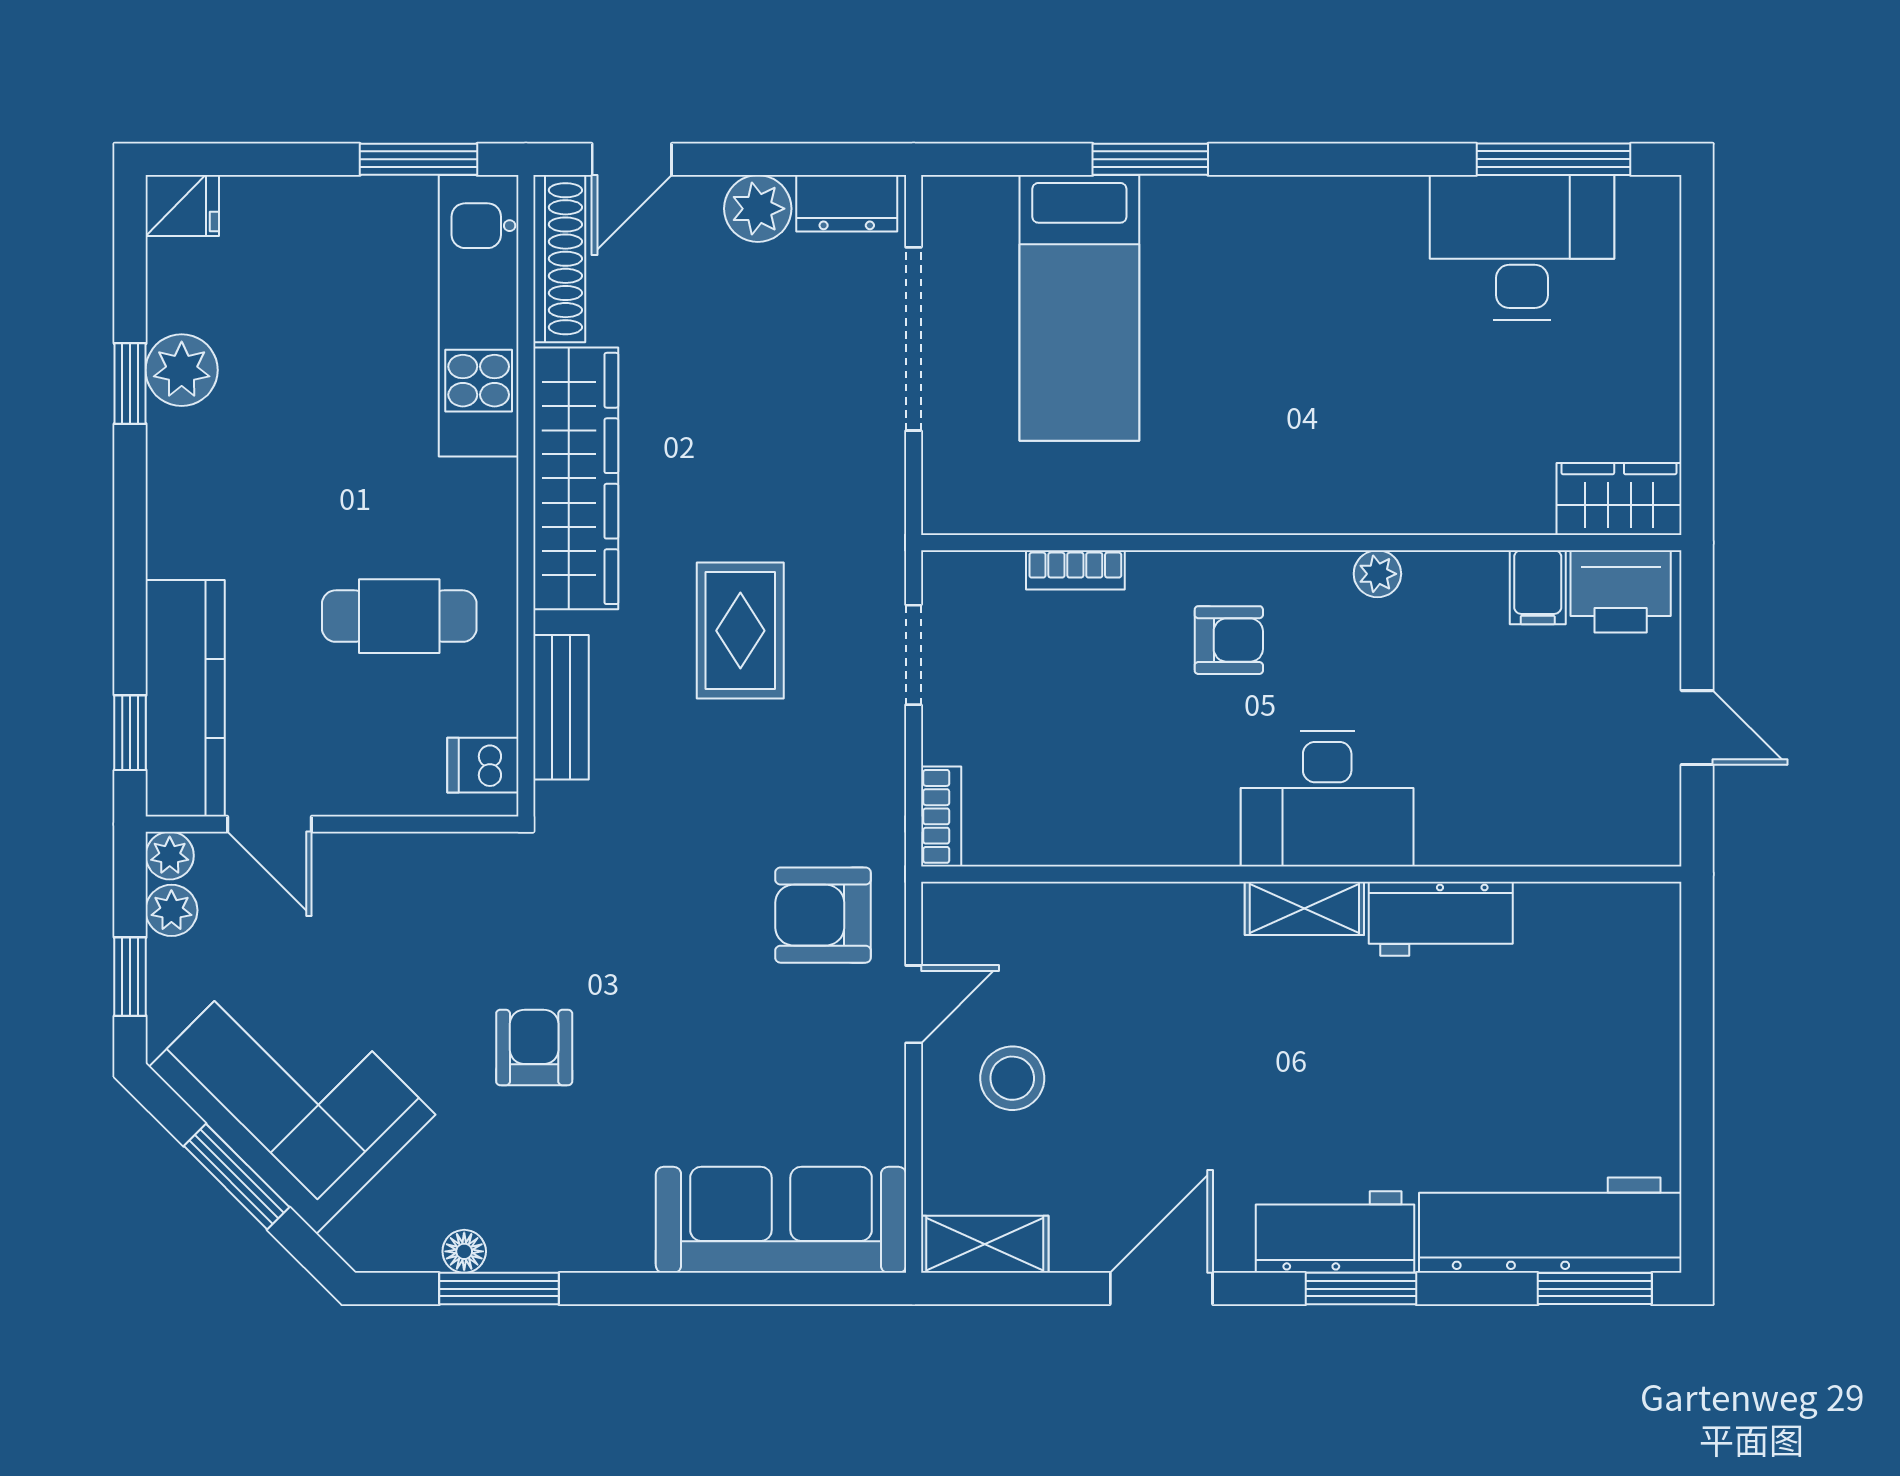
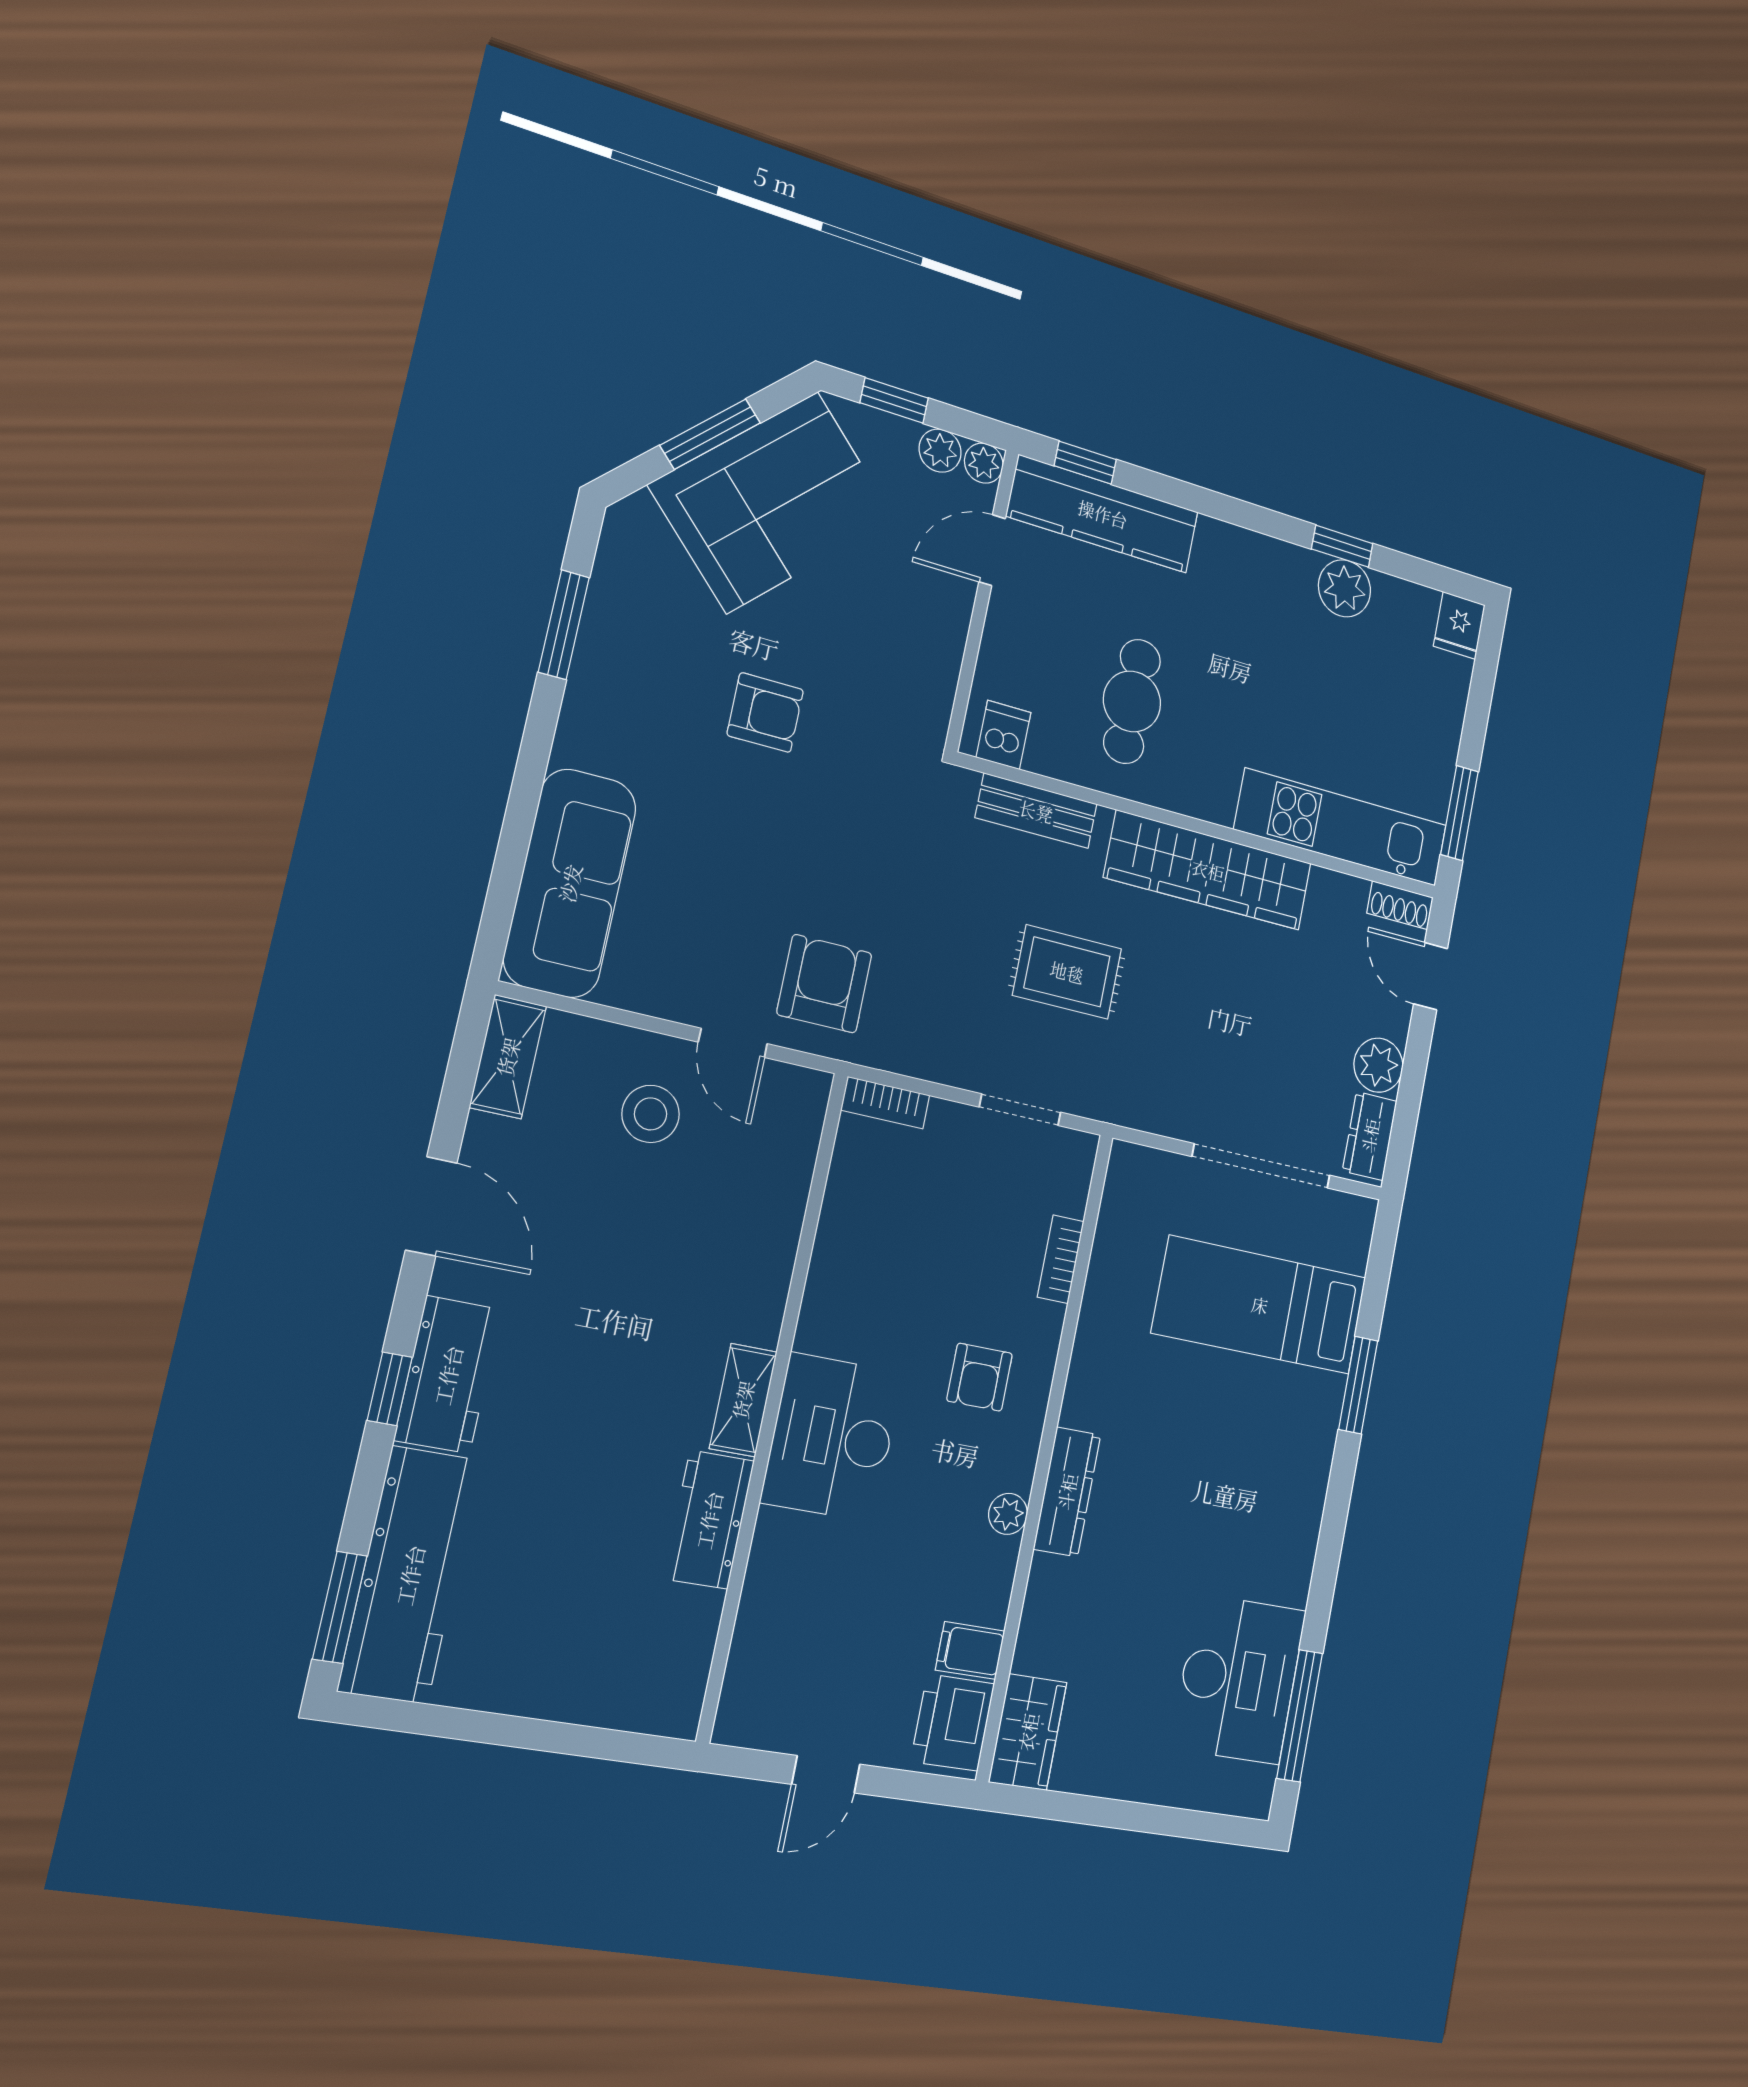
shoe rack: (559, 259) -> (1400, 905), width x0.51, depth x0.81
dresser: (1340, 507) -> (1067, 1492), added
floor lamp: (464, 1251) -> (603, 604), removed
window: (1361, 1289) -> (390, 1389), width x0.67

